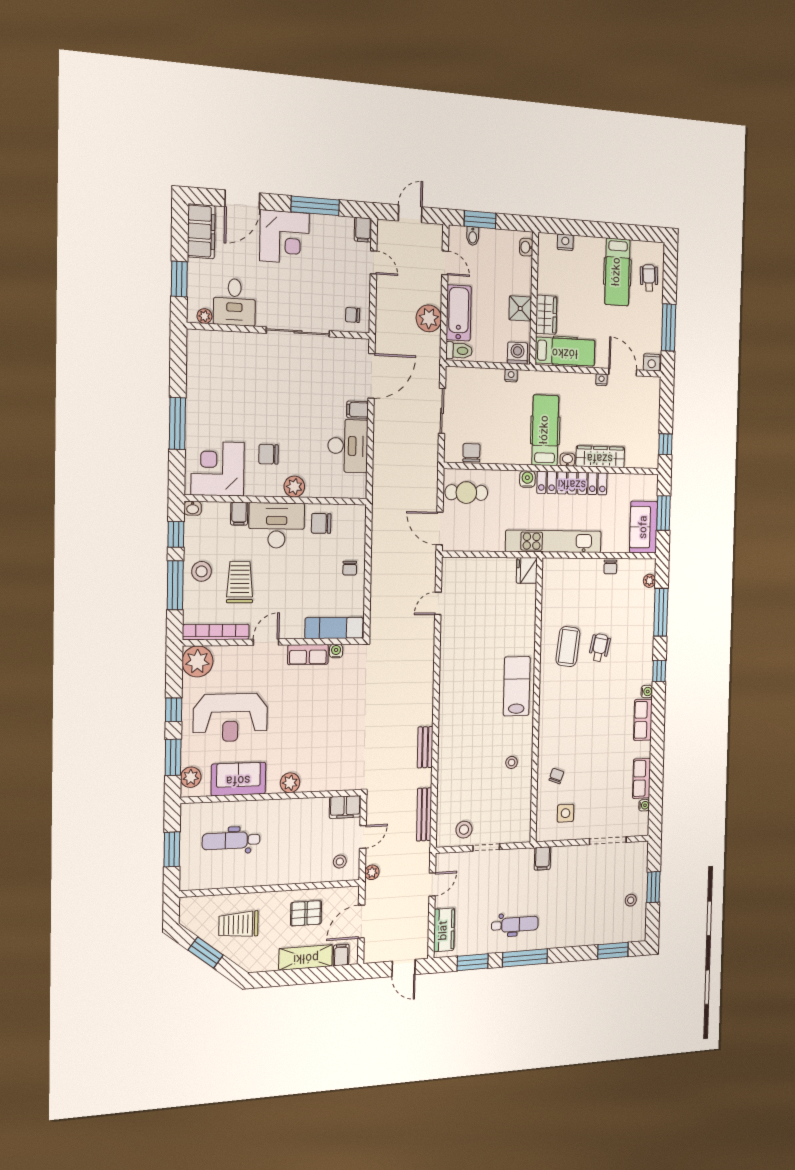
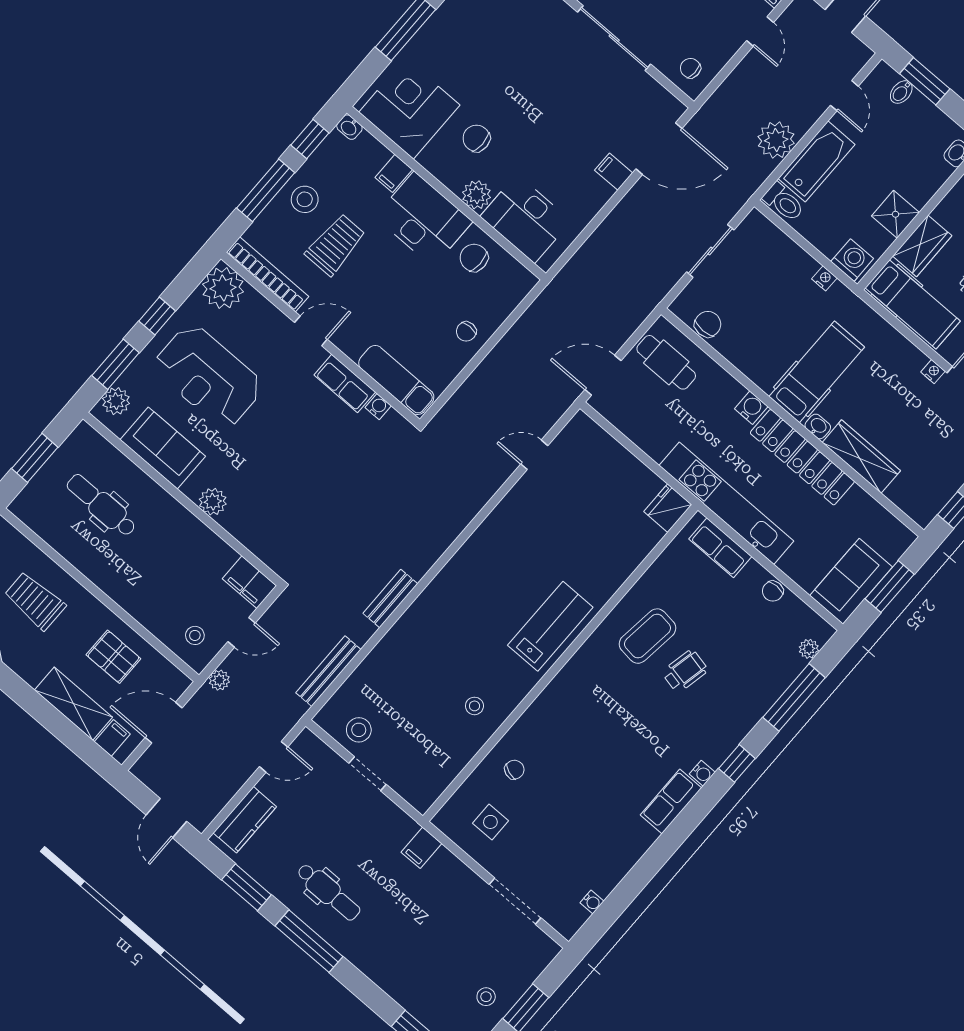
desk: (348, 446) -> (526, 219), moved, turned 90
door: (440, 528) -> (603, 375), hinge flipped
row of seats: (642, 778) -> (720, 548), moved, turned -90

